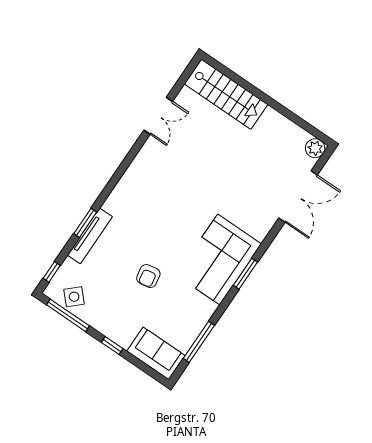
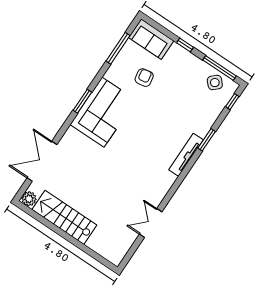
stairs: (226, 94) -> (64, 217), moved
tv unit: (90, 236) -> (186, 155), moved
armchair: (148, 276) -> (144, 78), moved

